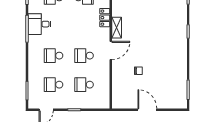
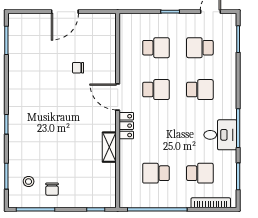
locker: (105, 18) -> (126, 126), moved
shelving: (117, 28) -> (109, 147), moved
door: (111, 50) -> (118, 97), hinge flipped
school desk: (54, 85) -> (200, 48), turned 180
door: (147, 110) -> (65, 12), hinge flipped

